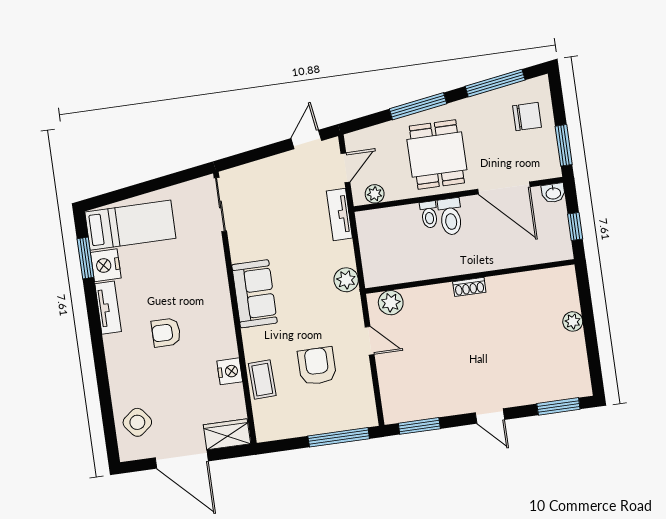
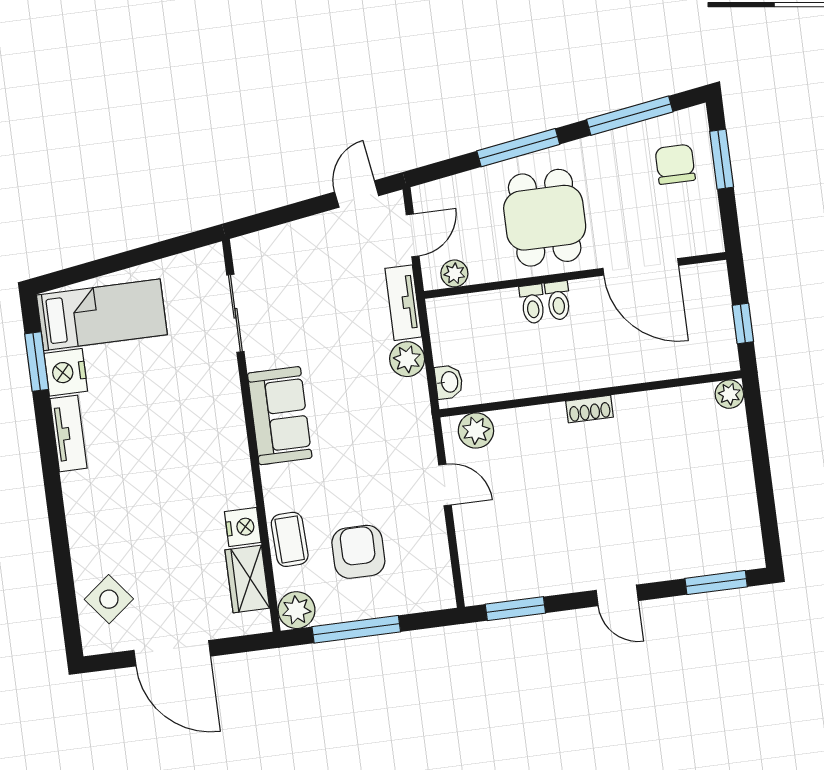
chair: (527, 117) -> (675, 164), turned -90
window: (564, 145) -> (722, 159), moved
washbasin: (553, 193) -> (449, 382), moved, turned -90
sliding door: (220, 204) -> (235, 313), moved
toilet: (450, 217) -> (558, 301), width x0.73, depth x0.72
plant: (346, 280) -> (407, 359), moved
plant: (573, 321) -> (729, 394), moved
armchair: (166, 333) -> (152, 470), removed
armchair: (317, 366) -> (358, 552), moved
plant: (268, 429) -> (297, 610), added
wardrobe: (227, 434) -> (247, 579), moved, turned -90
window: (339, 437) -> (356, 629), moved

